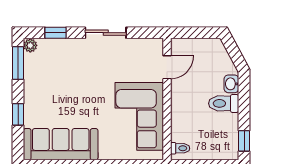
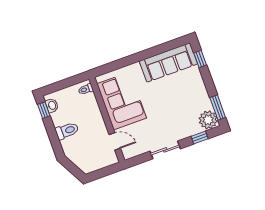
plant: (30, 45) -> (208, 120), width x1.87, depth x1.87
door: (167, 67) -> (115, 141), swing flipped
washbasin: (231, 84) -> (52, 105), moved
window: (18, 114) -> (200, 59), moved

